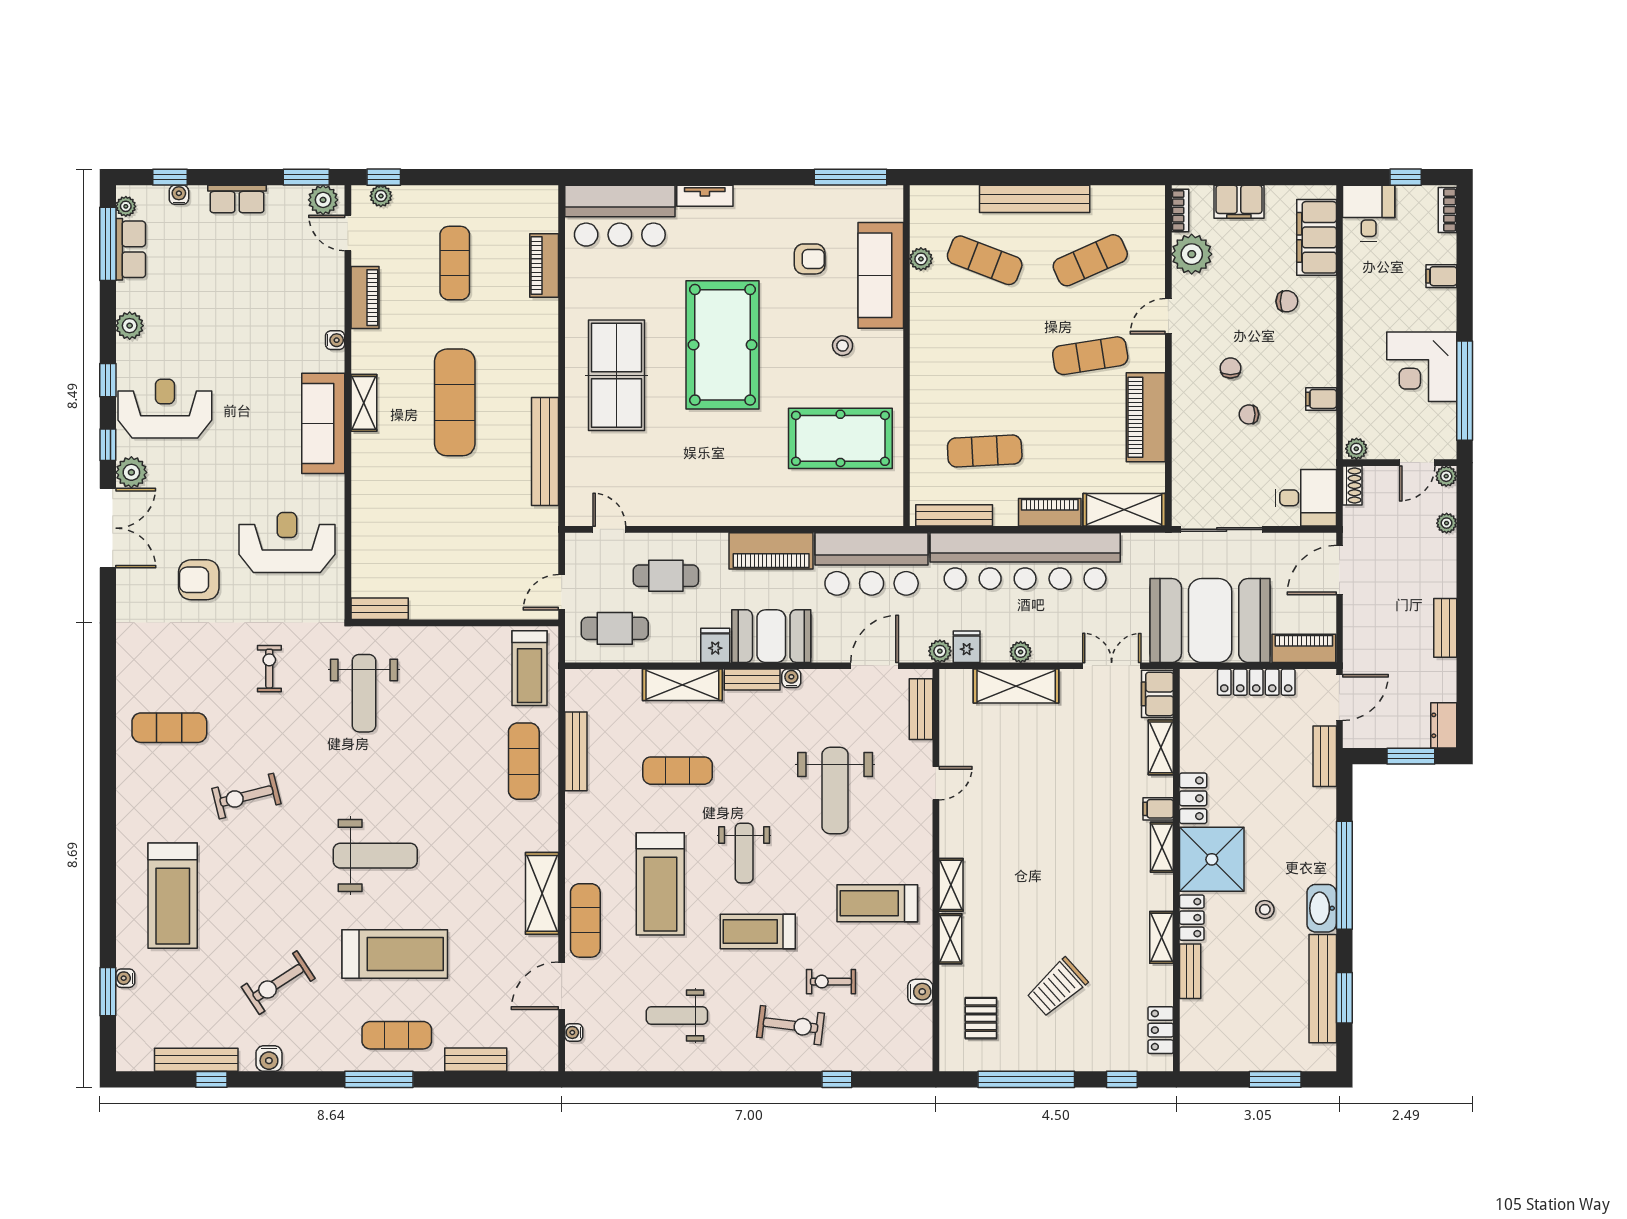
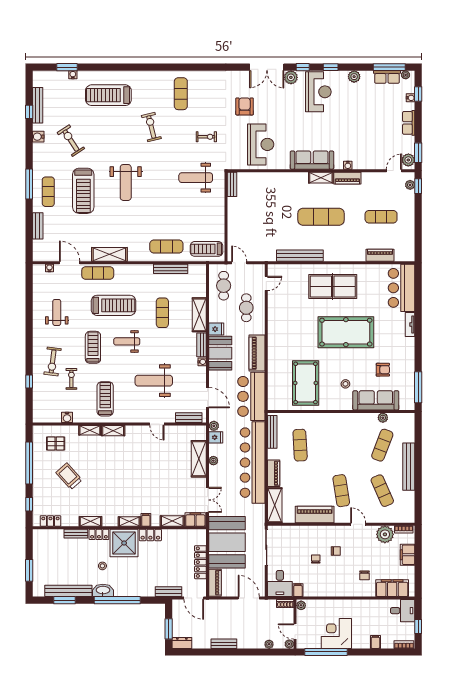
armchair: (810, 259) -> (383, 370), turned -90
piano: (365, 298) -> (347, 178), moved
filing cabinet: (1321, 399) -> (298, 590), moved
treadmill: (660, 884) -> (113, 305), turned 180

